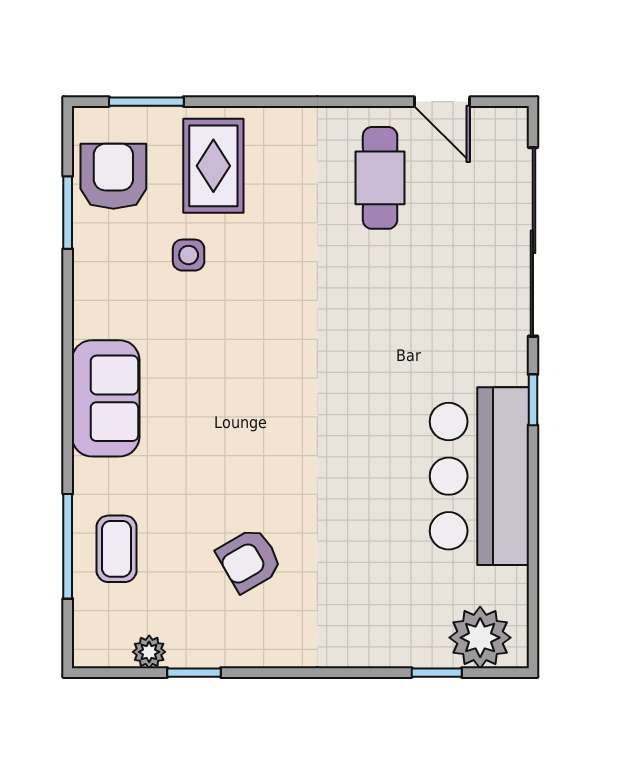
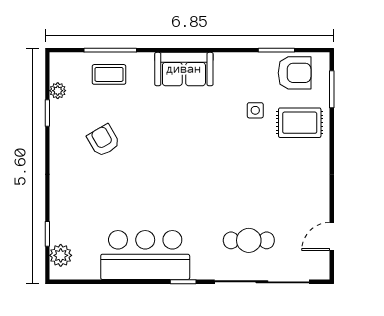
cafe table: (380, 178) -> (249, 240), moved
plant: (480, 638) -> (61, 255), width x0.73, depth x0.73

